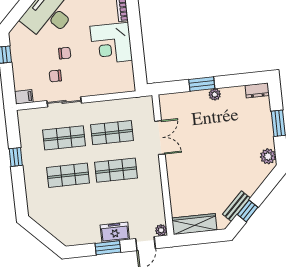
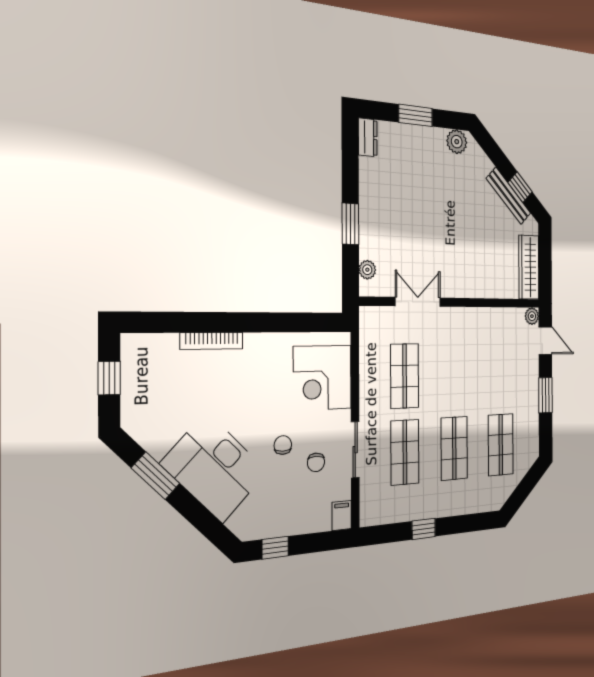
corner desk: (111, 43) -> (323, 378), moved, turned 90
plant: (215, 94) -> (367, 270), moved
shop shelf: (116, 170) -> (501, 445), moved
bench: (237, 206) -> (509, 196), width x1.36
freezer: (115, 232) -> (529, 384), removed

